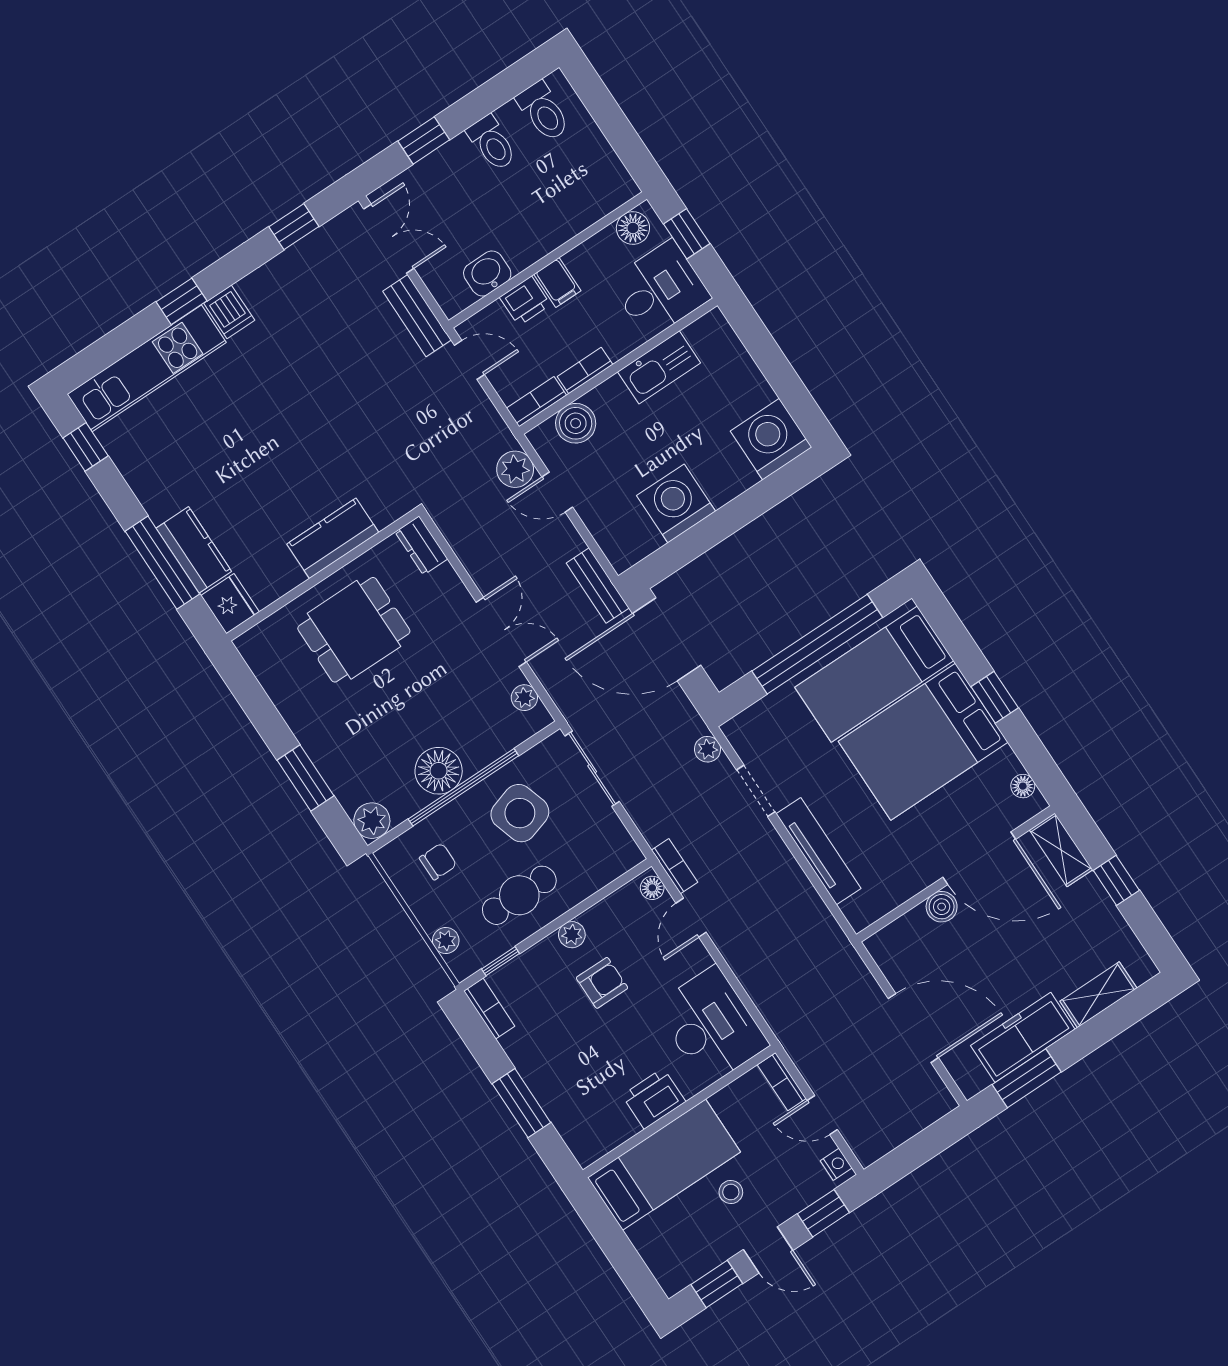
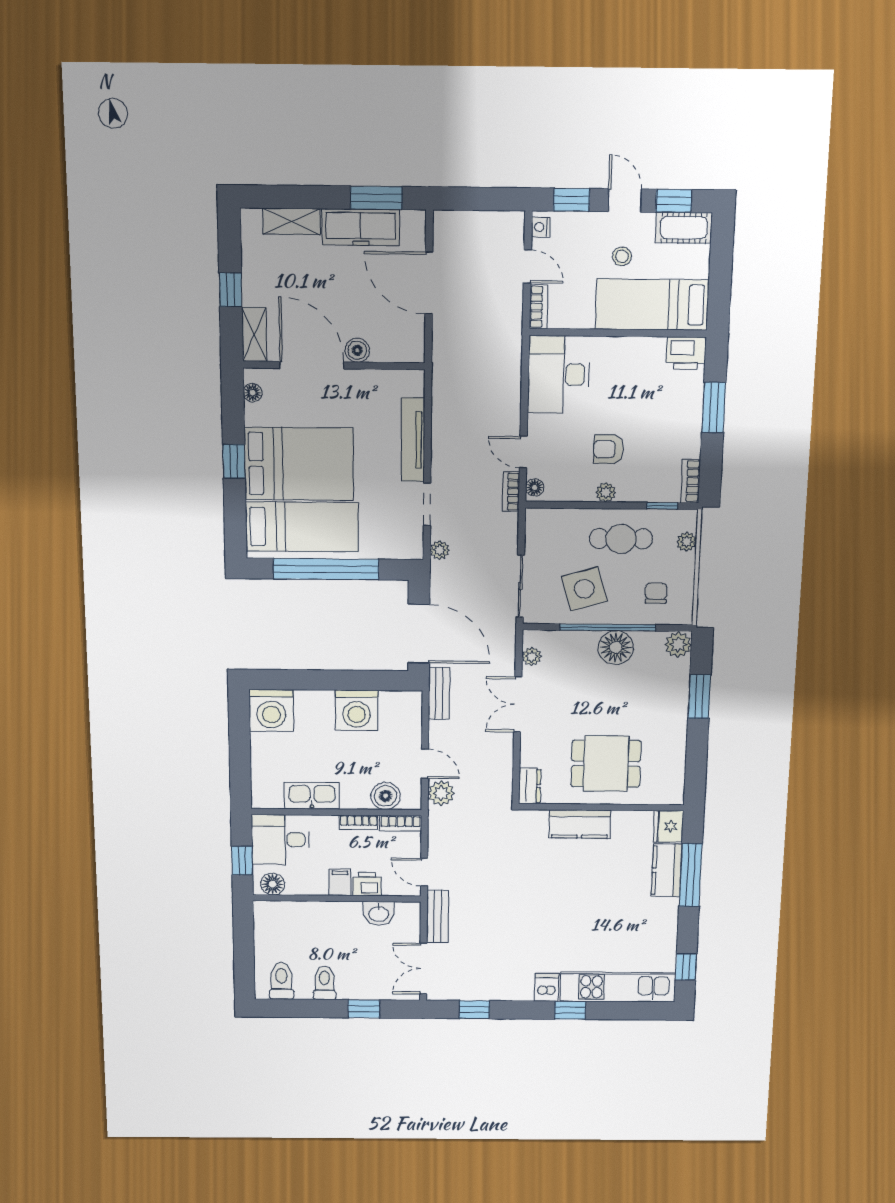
chair: (438, 862) -> (656, 593), turned 90
door: (691, 918) -> (523, 452), swing flipped
printer: (654, 1098) -> (686, 353), moved
cot: (687, 1264) -> (684, 228), added

